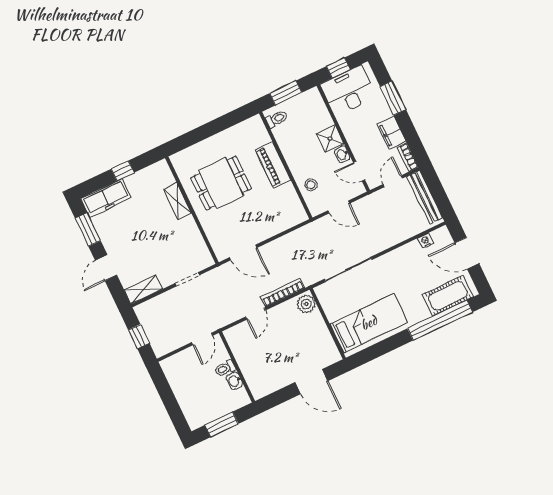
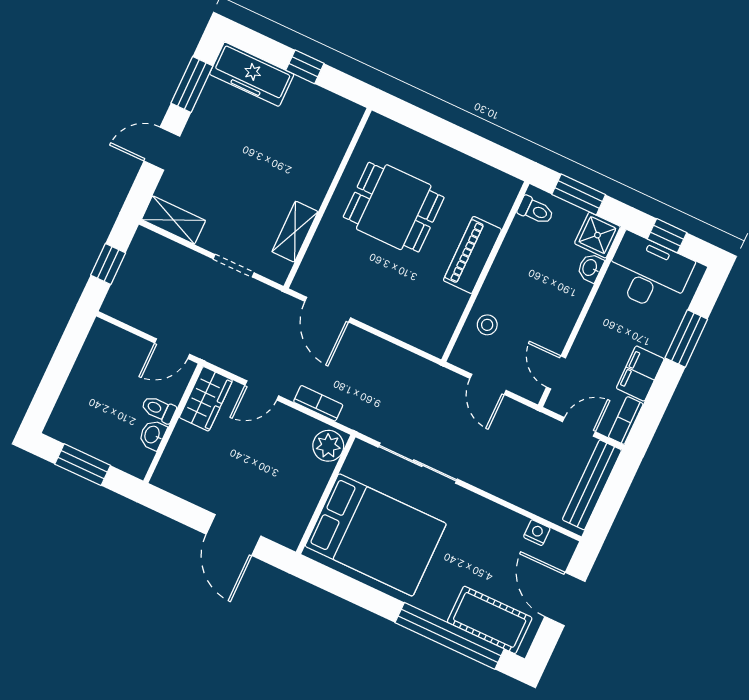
shower: (330, 139) -> (597, 235), moved
washbasin: (342, 154) -> (590, 268), moved
shelving: (177, 201) -> (295, 232), moved
bookcase: (283, 292) -> (318, 403), width x0.64
bed: (369, 323) -> (376, 535), width x1.50
wardrobe: (238, 343) -> (206, 399), added

